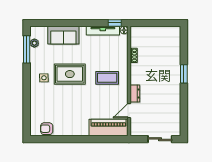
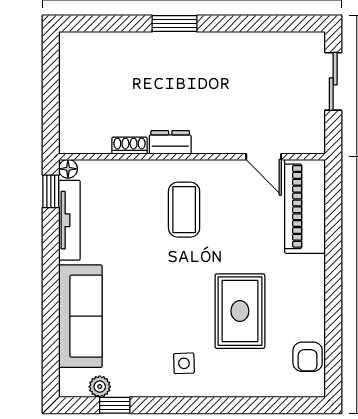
sofa: (63, 35) -> (80, 316), width x1.36
window: (27, 49) -> (115, 405), width x0.46
rug: (70, 74) -> (240, 311), moved
dresser: (135, 93) -> (170, 142), moved

